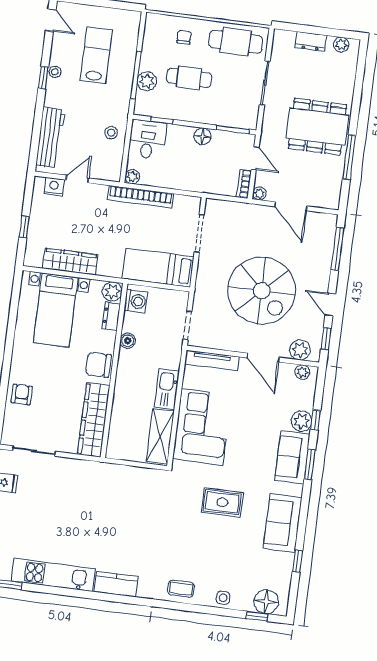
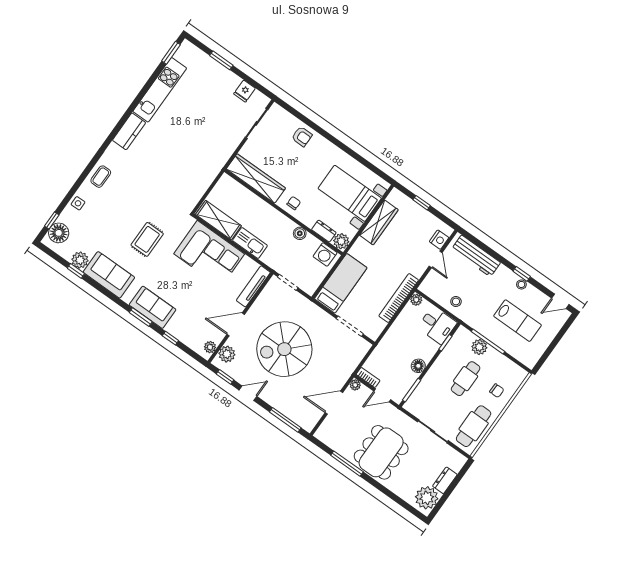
plant: (341, 45) -> (427, 498), width x1.88, depth x1.88
chair: (98, 365) -> (294, 203), width x0.54, depth x0.54
plant: (301, 421) -> (80, 260), moved

